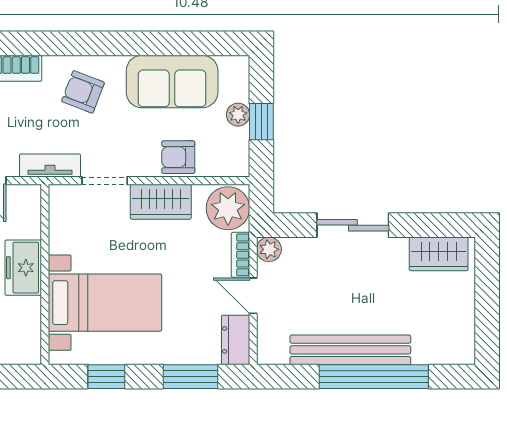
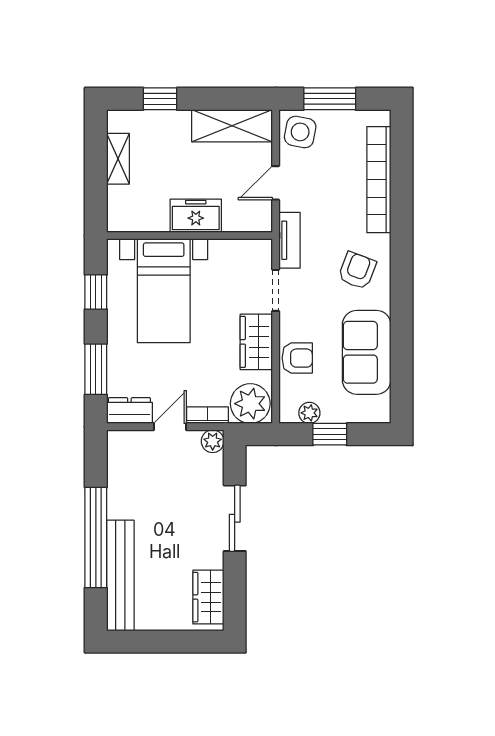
plant: (238, 115) -> (309, 413), moved
armchair: (178, 157) -> (297, 358), turned 90
bench: (350, 350) -> (120, 575), moved

